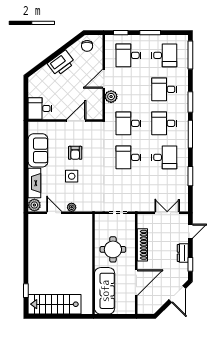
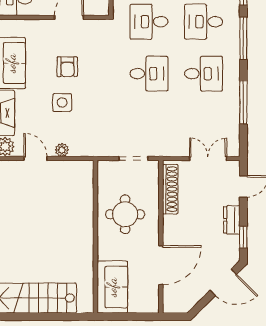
desk: (129, 157) -> (149, 74), turned 180
window: (190, 176) -> (243, 102), width x1.44
shoe rack: (142, 245) -> (170, 189), moved
sofa: (105, 291) -> (112, 287), width x0.73
door: (177, 294) -> (223, 282), hinge flipped

